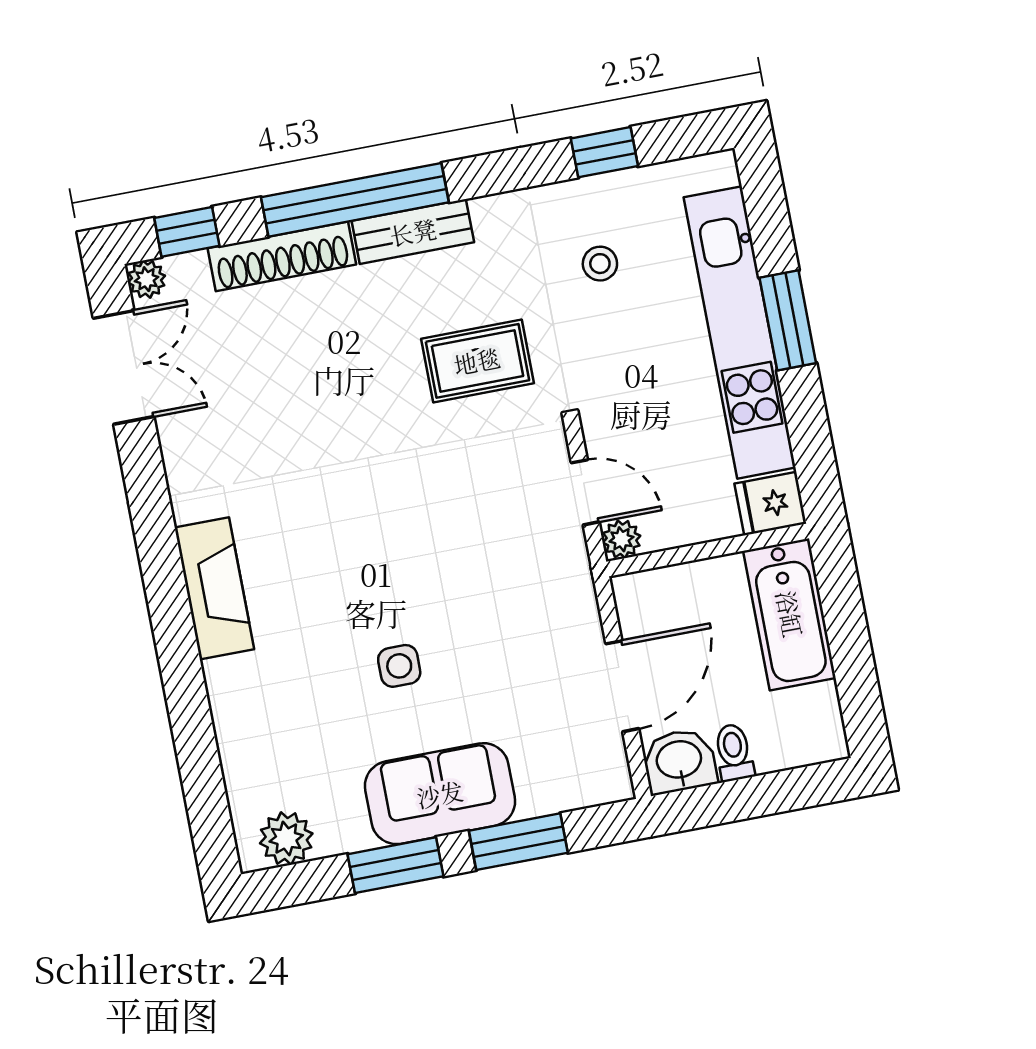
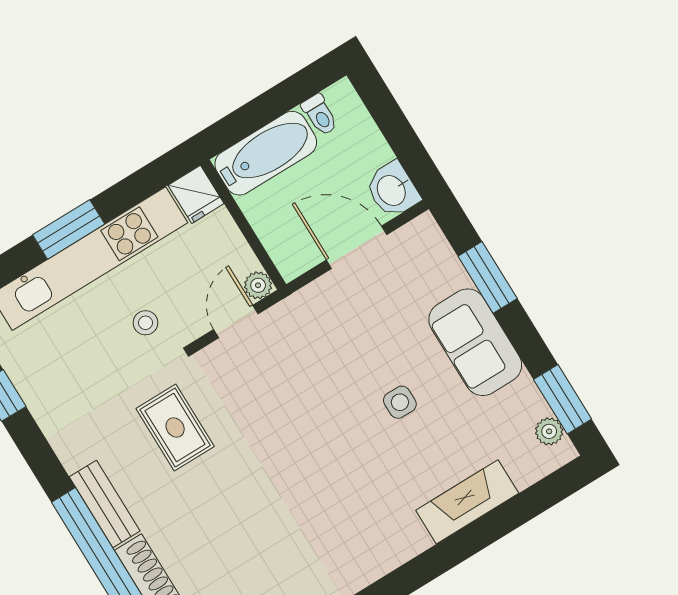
stool: (600, 264) -> (146, 323), moved
fireplace: (214, 588) -> (467, 502), moved
toilet: (734, 752) -> (320, 115), moved, turned -90
plant: (286, 838) -> (549, 431), width x0.73, depth x0.73
window: (396, 865) -> (563, 399), moved

